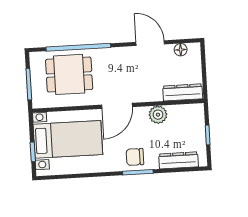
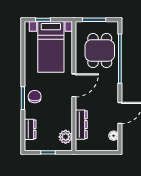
dresser: (183, 92) -> (81, 125), moved
door: (117, 106) -> (74, 85), swing flipped
plant: (158, 115) -> (66, 137), moved
dresser: (179, 160) -> (30, 129), width x0.70

